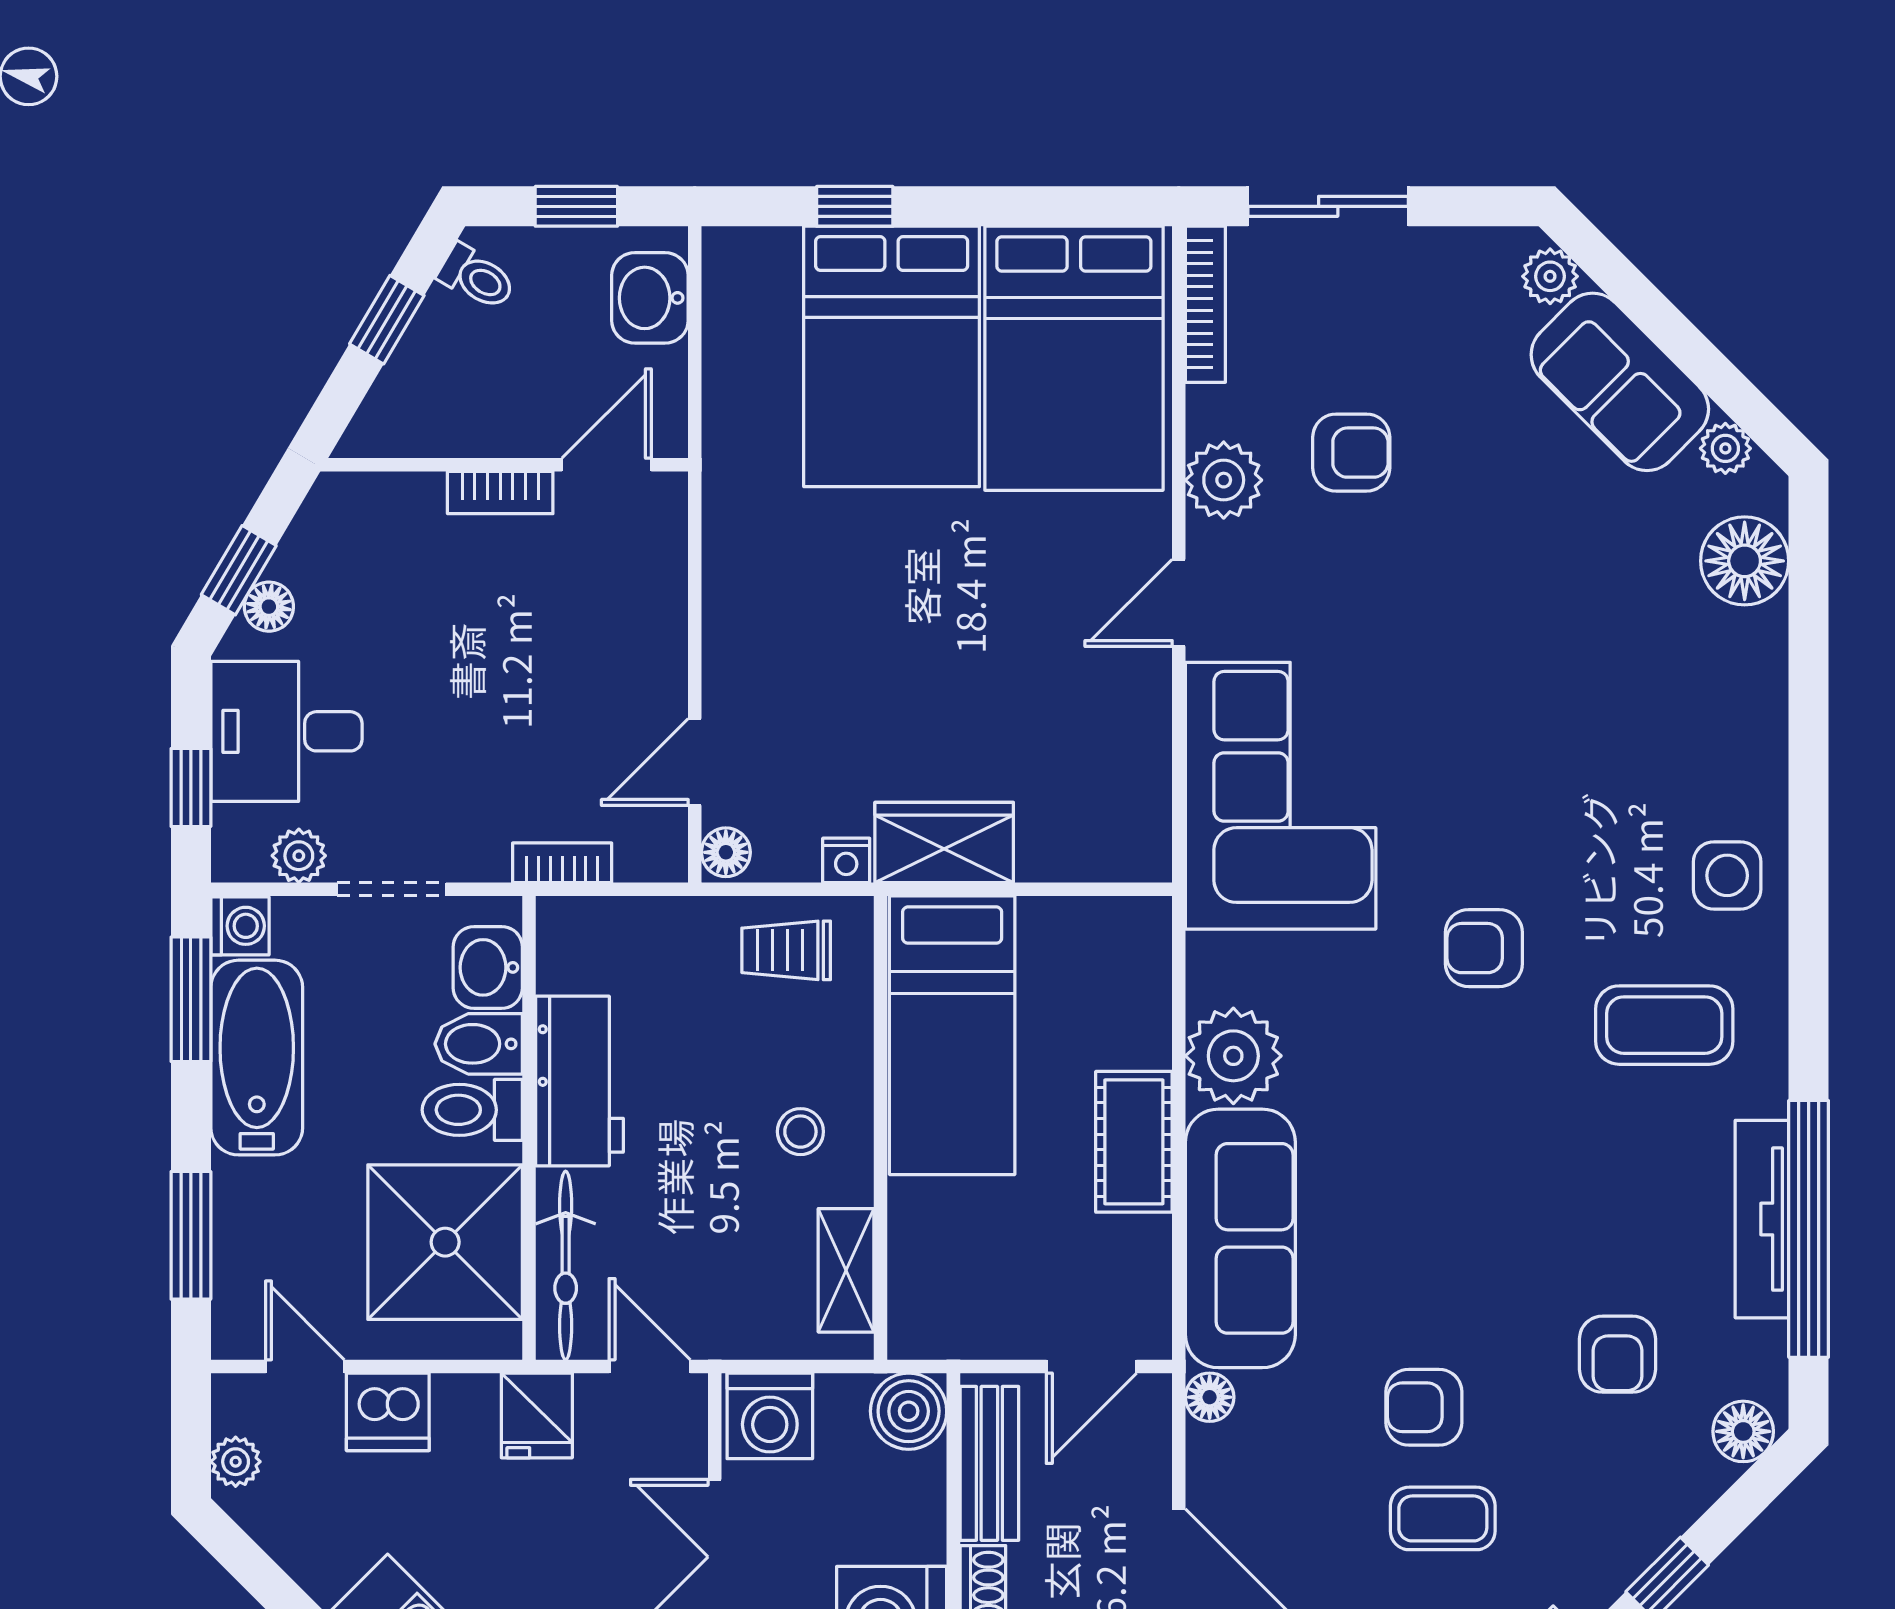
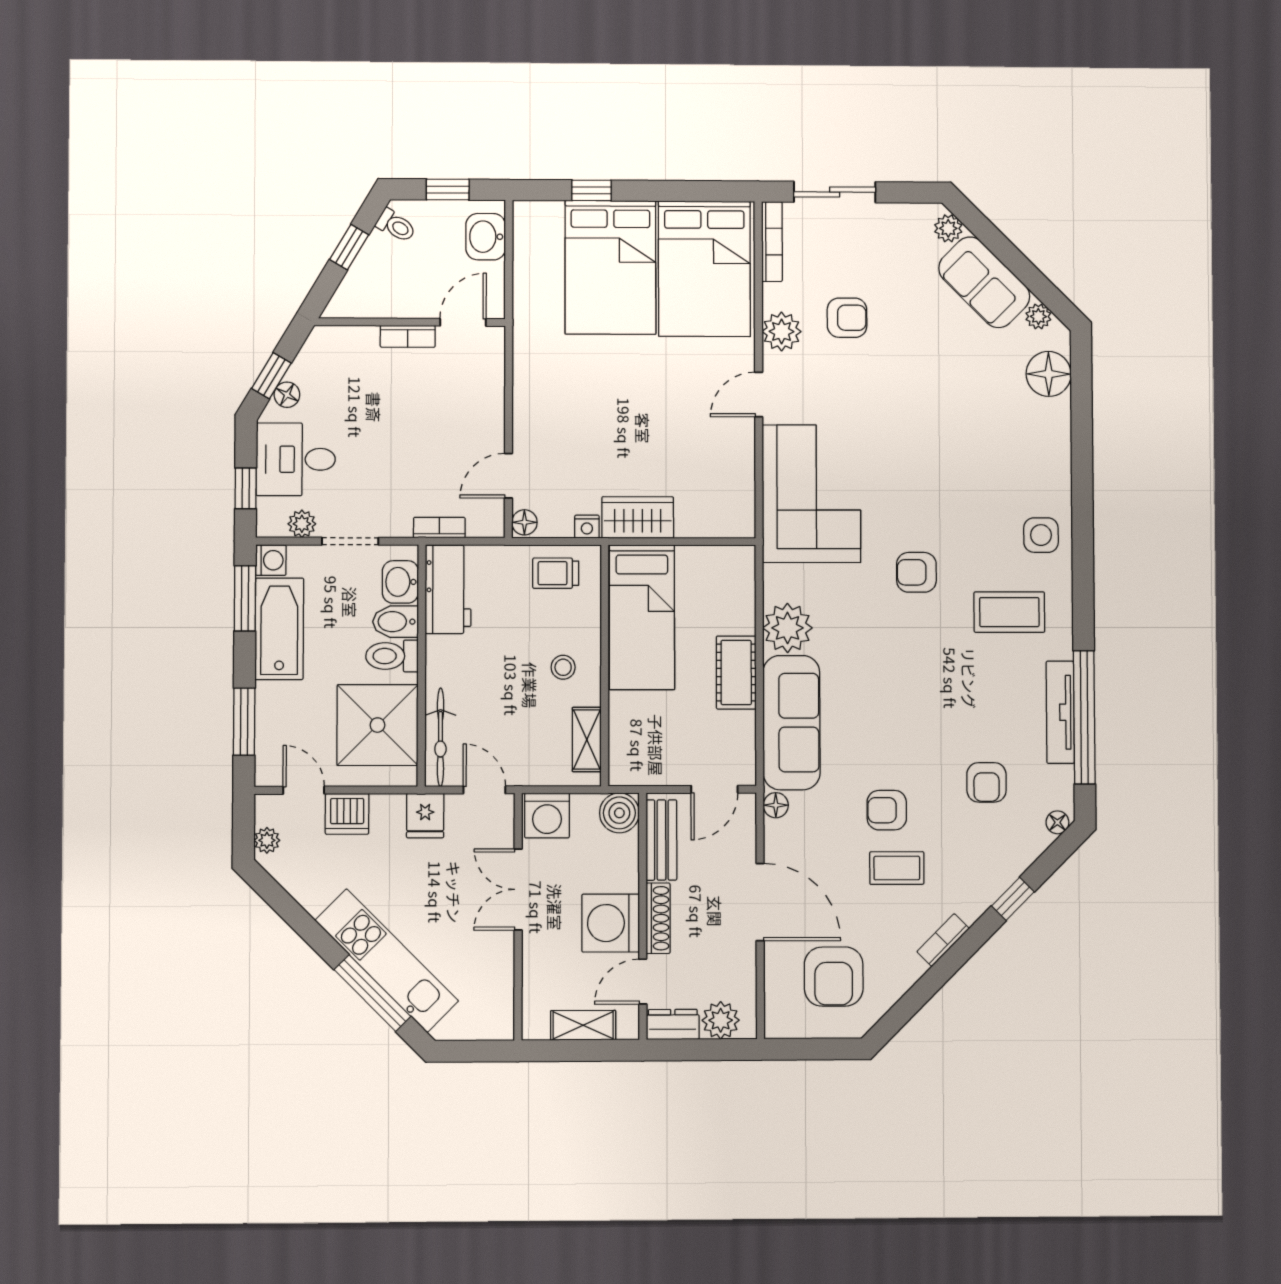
workbench: (580, 1081) -> (448, 589), moved
floor lamp: (1743, 1431) -> (1057, 822), width x0.73, depth x0.73

